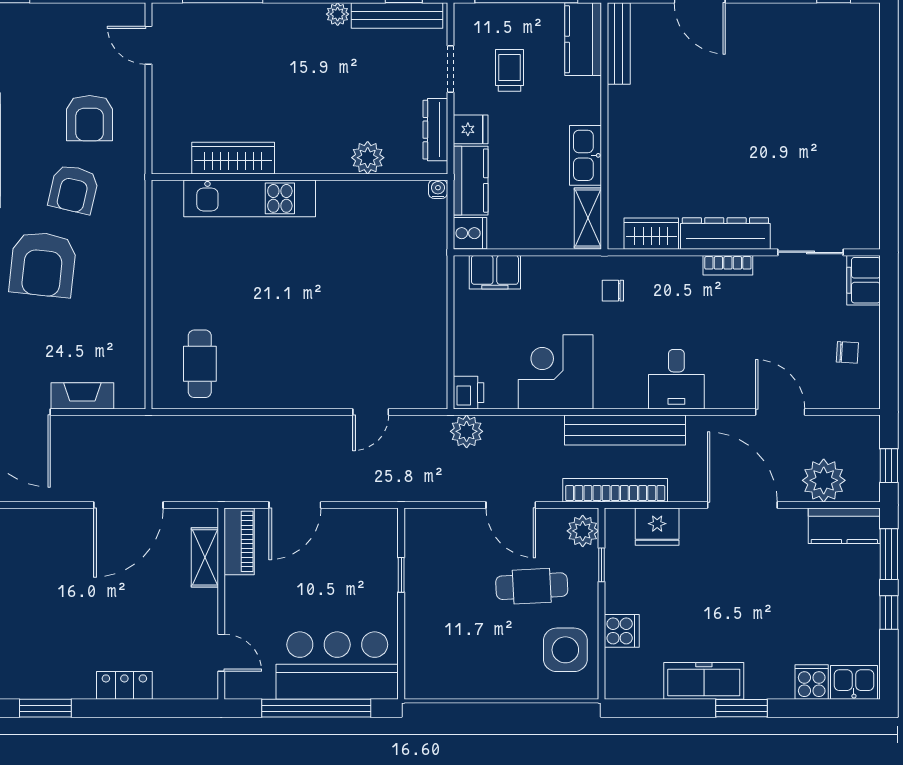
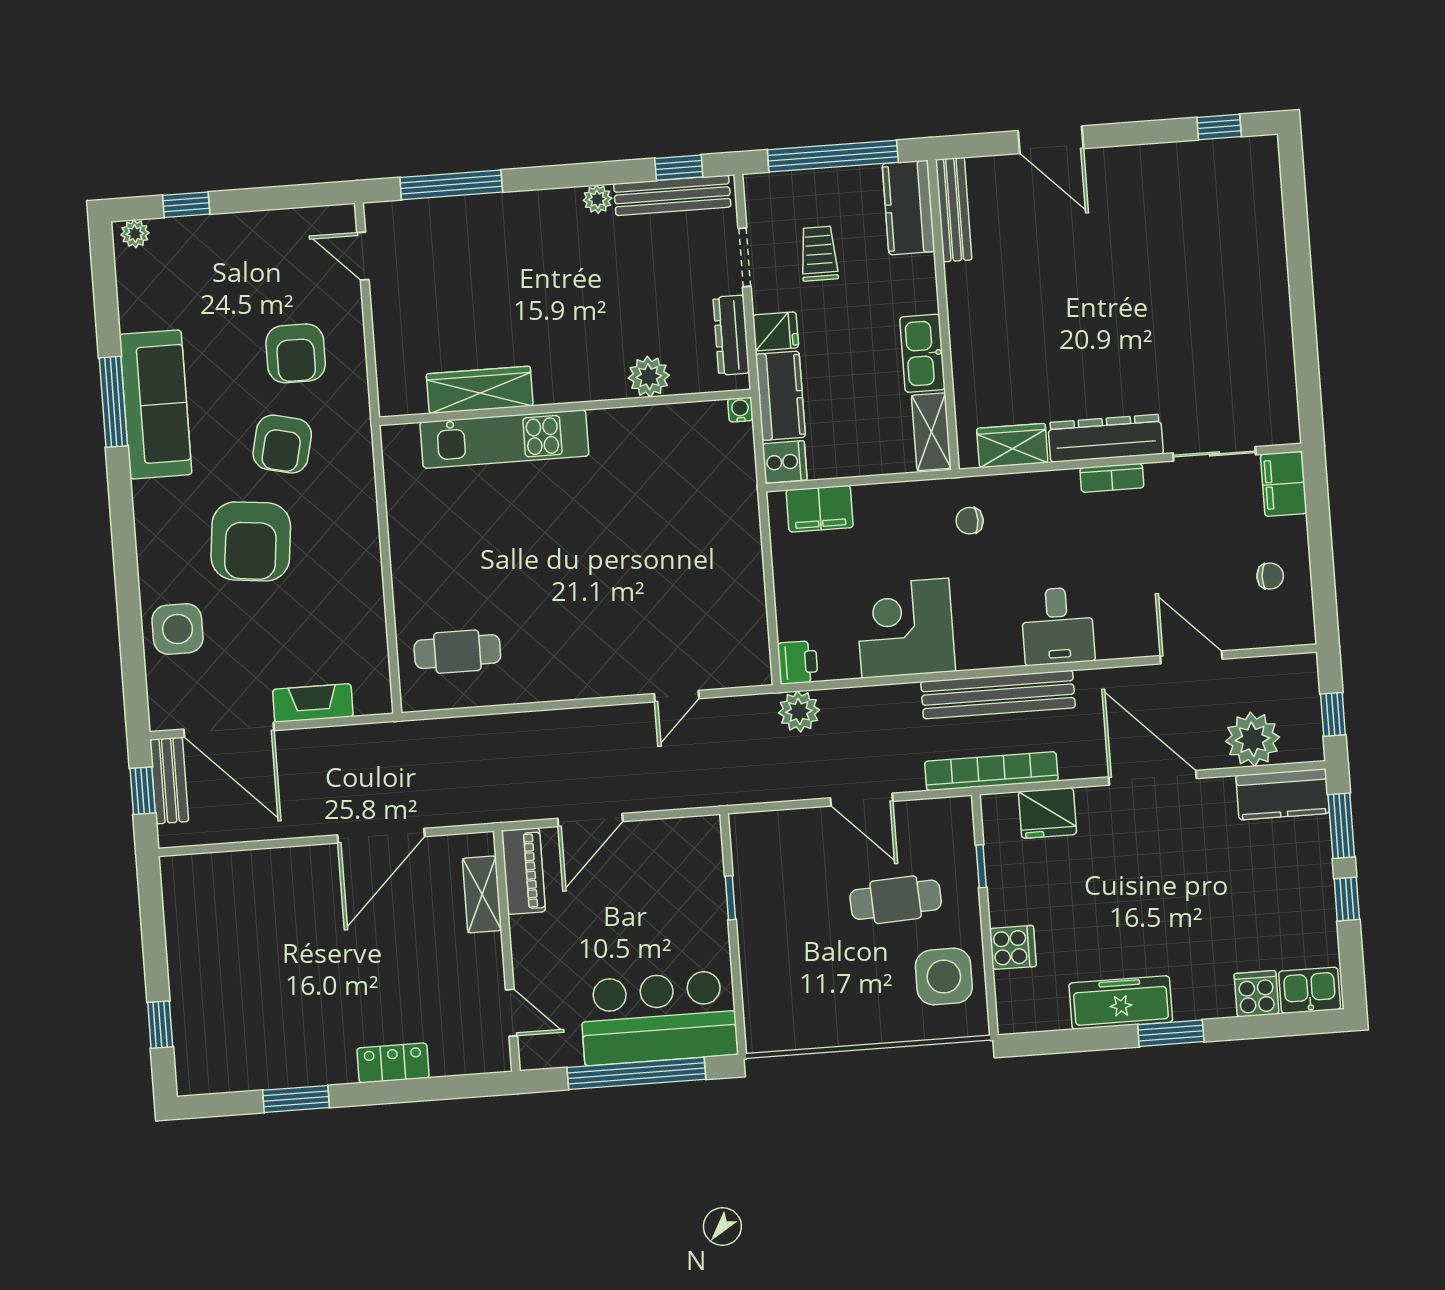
cafe table: (200, 364) -> (457, 652), turned 90
plant: (583, 531) -> (954, 825), removed

